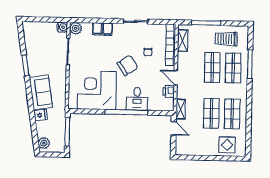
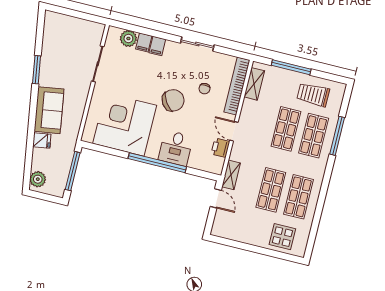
water cooler: (62, 27) -> (97, 30), removed
plant: (76, 28) -> (128, 39), moved

